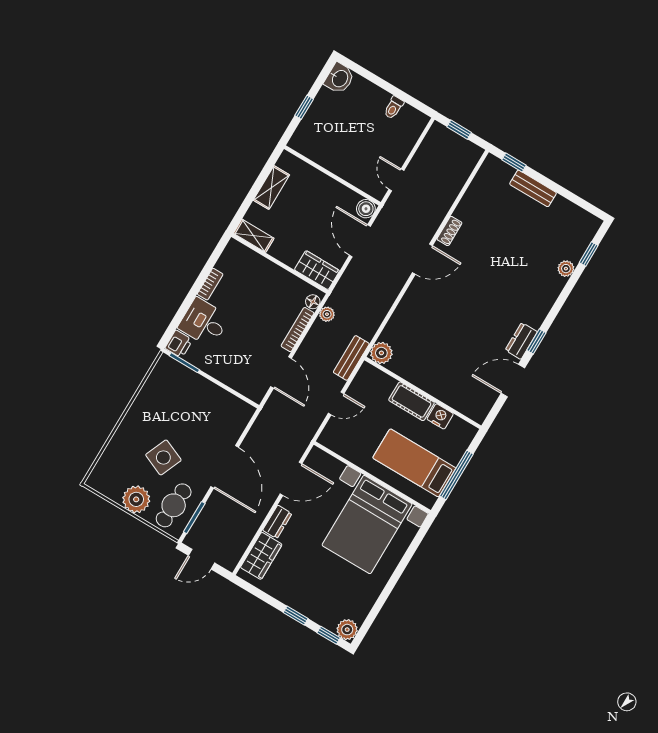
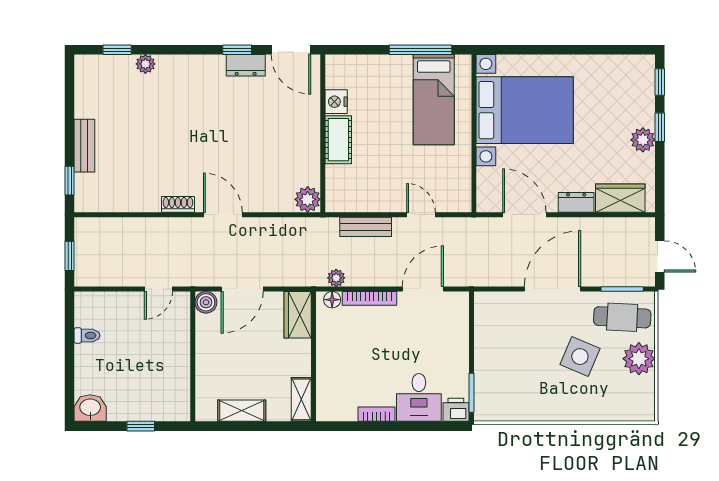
plant: (381, 353) -> (308, 199), moved
wall: (423, 393) -> (323, 133), moved
cot: (411, 401) -> (338, 140), moved
nightstand: (440, 416) -> (336, 102), moved
plant: (347, 630) -> (643, 140), moved

